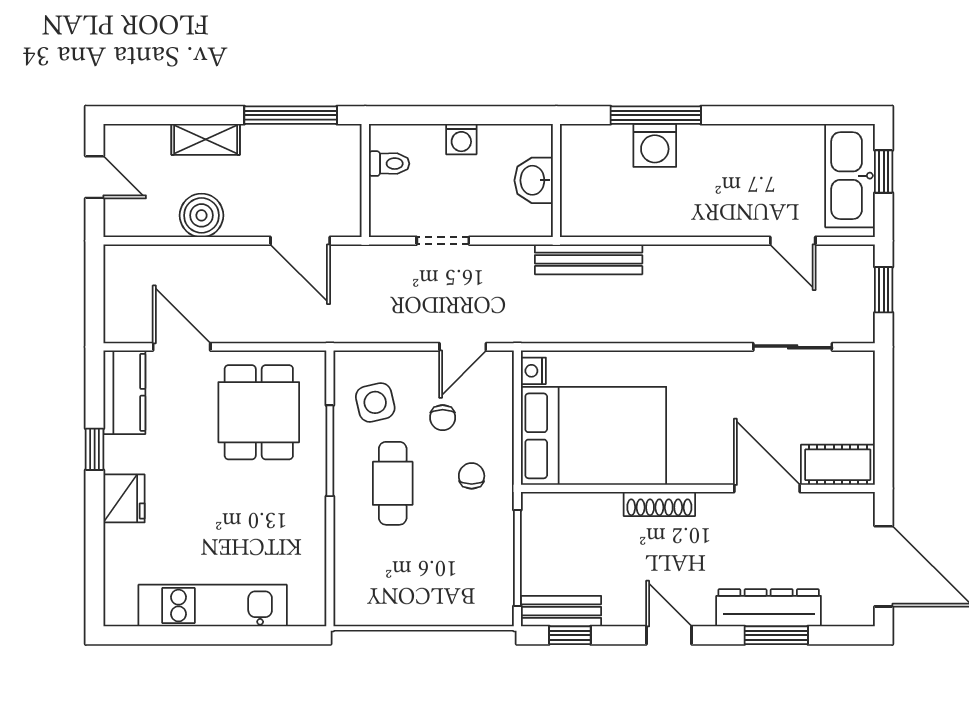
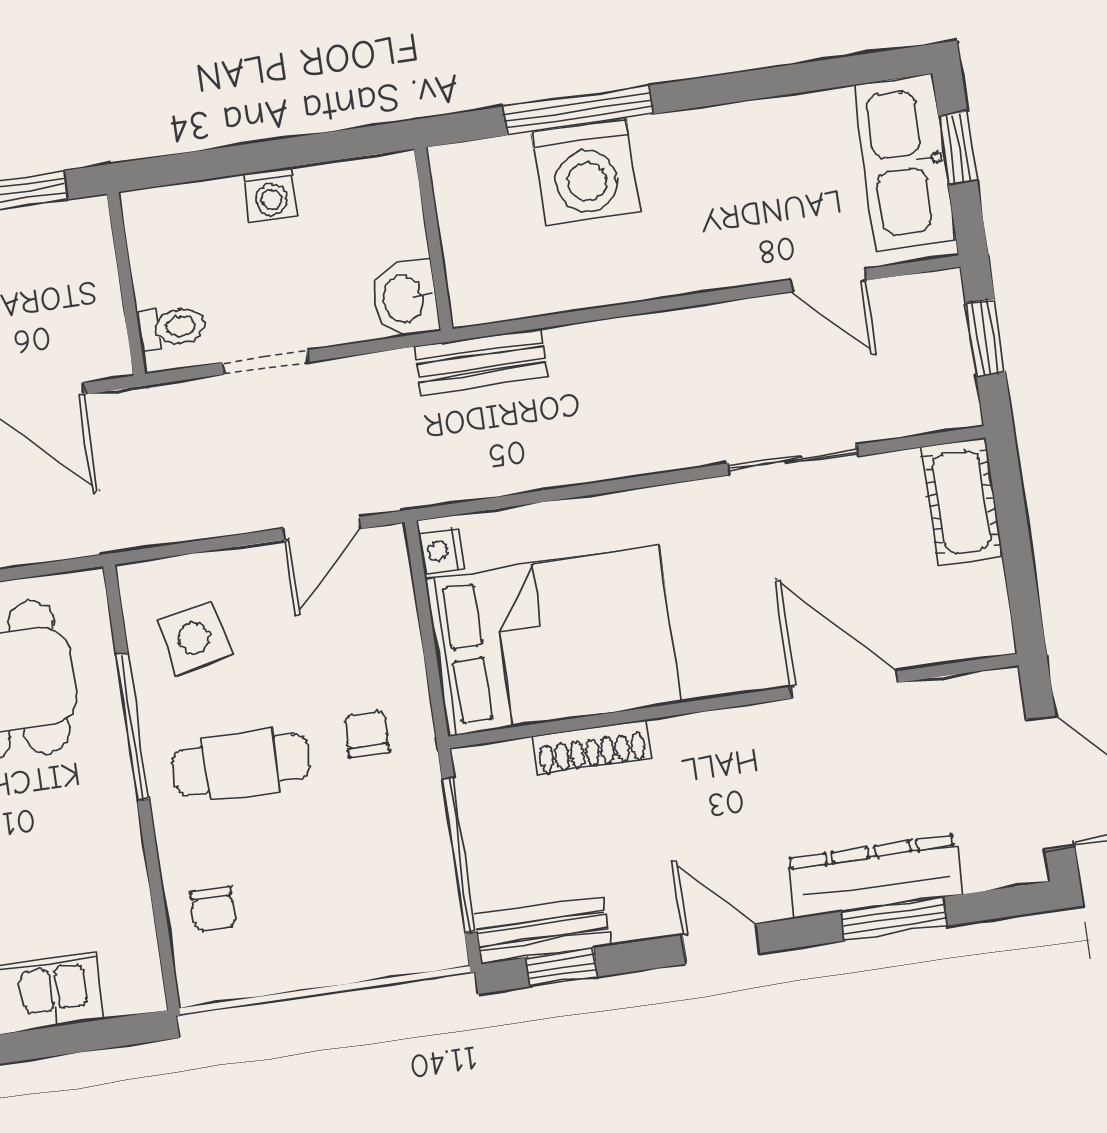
washing machine: (655, 145) -> (585, 172), width x1.37, depth x1.37
toilet: (389, 164) -> (172, 328), moved
washbasin: (534, 180) -> (405, 299), moved
bench: (589, 259) -> (481, 361), width x0.73
sliding door: (793, 347) -> (793, 460), moved
chair: (443, 418) -> (213, 909), moved
cot: (838, 465) -> (962, 502), moved, turned 90
cafe table: (393, 483) -> (241, 764), turned 90
shoe rack: (659, 504) -> (592, 747), moved

